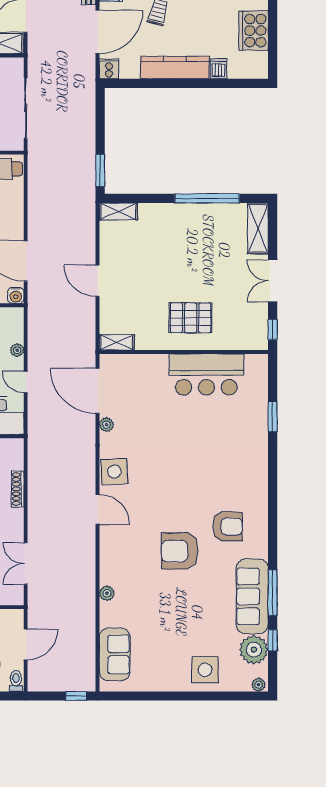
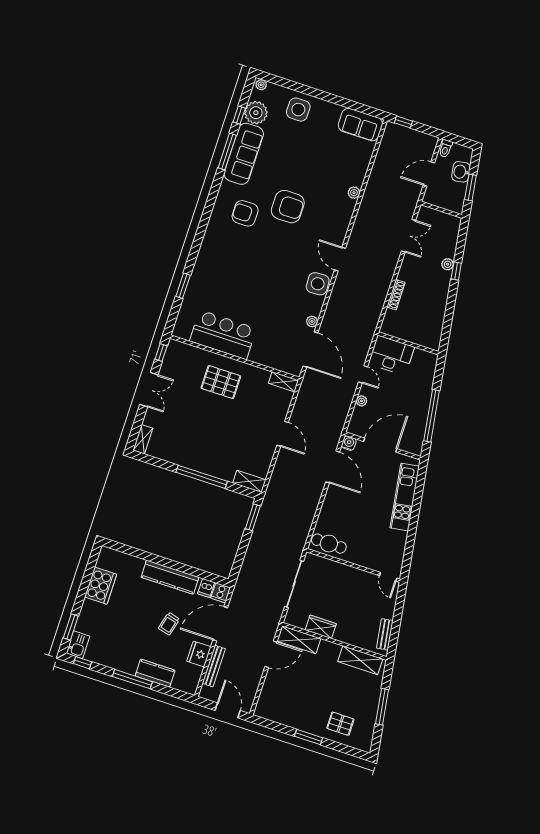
dishwasher: (218, 69) -> (206, 588), moved
window: (207, 198) -> (202, 477), moved
shelving: (258, 228) -> (143, 439), width x0.67, depth x0.75
sofa: (115, 654) -> (360, 125), moved, turned -90

